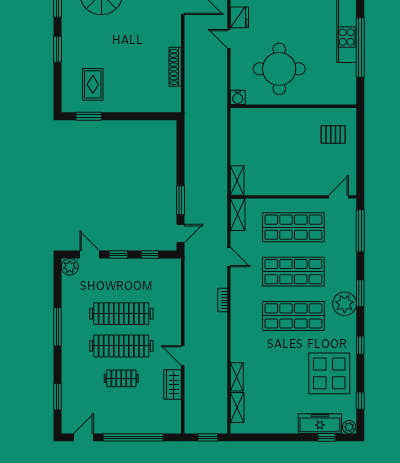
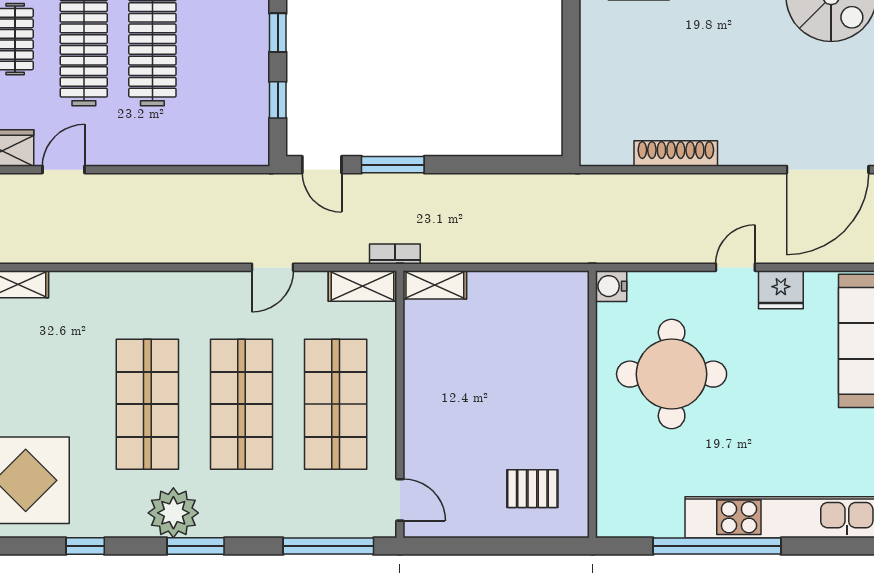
pallet: (333, 134) -> (532, 489), turned 90
bookcase: (223, 300) -> (395, 254), moved

